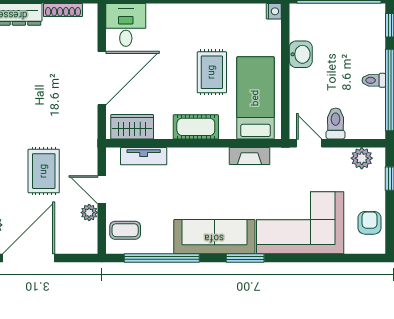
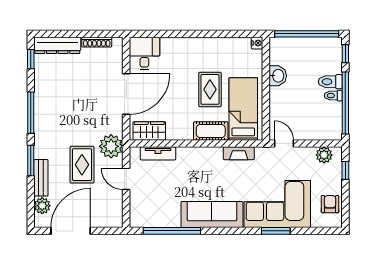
toilet: (336, 123) -> (330, 82), moved, turned -90
cot: (196, 127) -> (211, 131), moved
plant: (89, 213) -> (111, 146), moved, width x1.88, depth x1.88
coffee table: (125, 230) -> (144, 210), removed
window: (245, 258) -> (276, 231), moved

